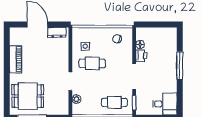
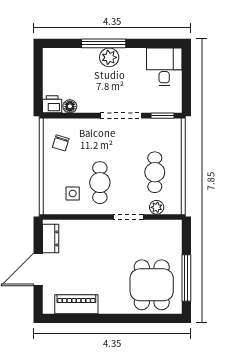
printer: (141, 56) -> (52, 104), moved
piano: (16, 59) -> (76, 304), moved
plant: (171, 69) -> (109, 57), added
cafe table: (114, 102) -> (155, 172), moved

